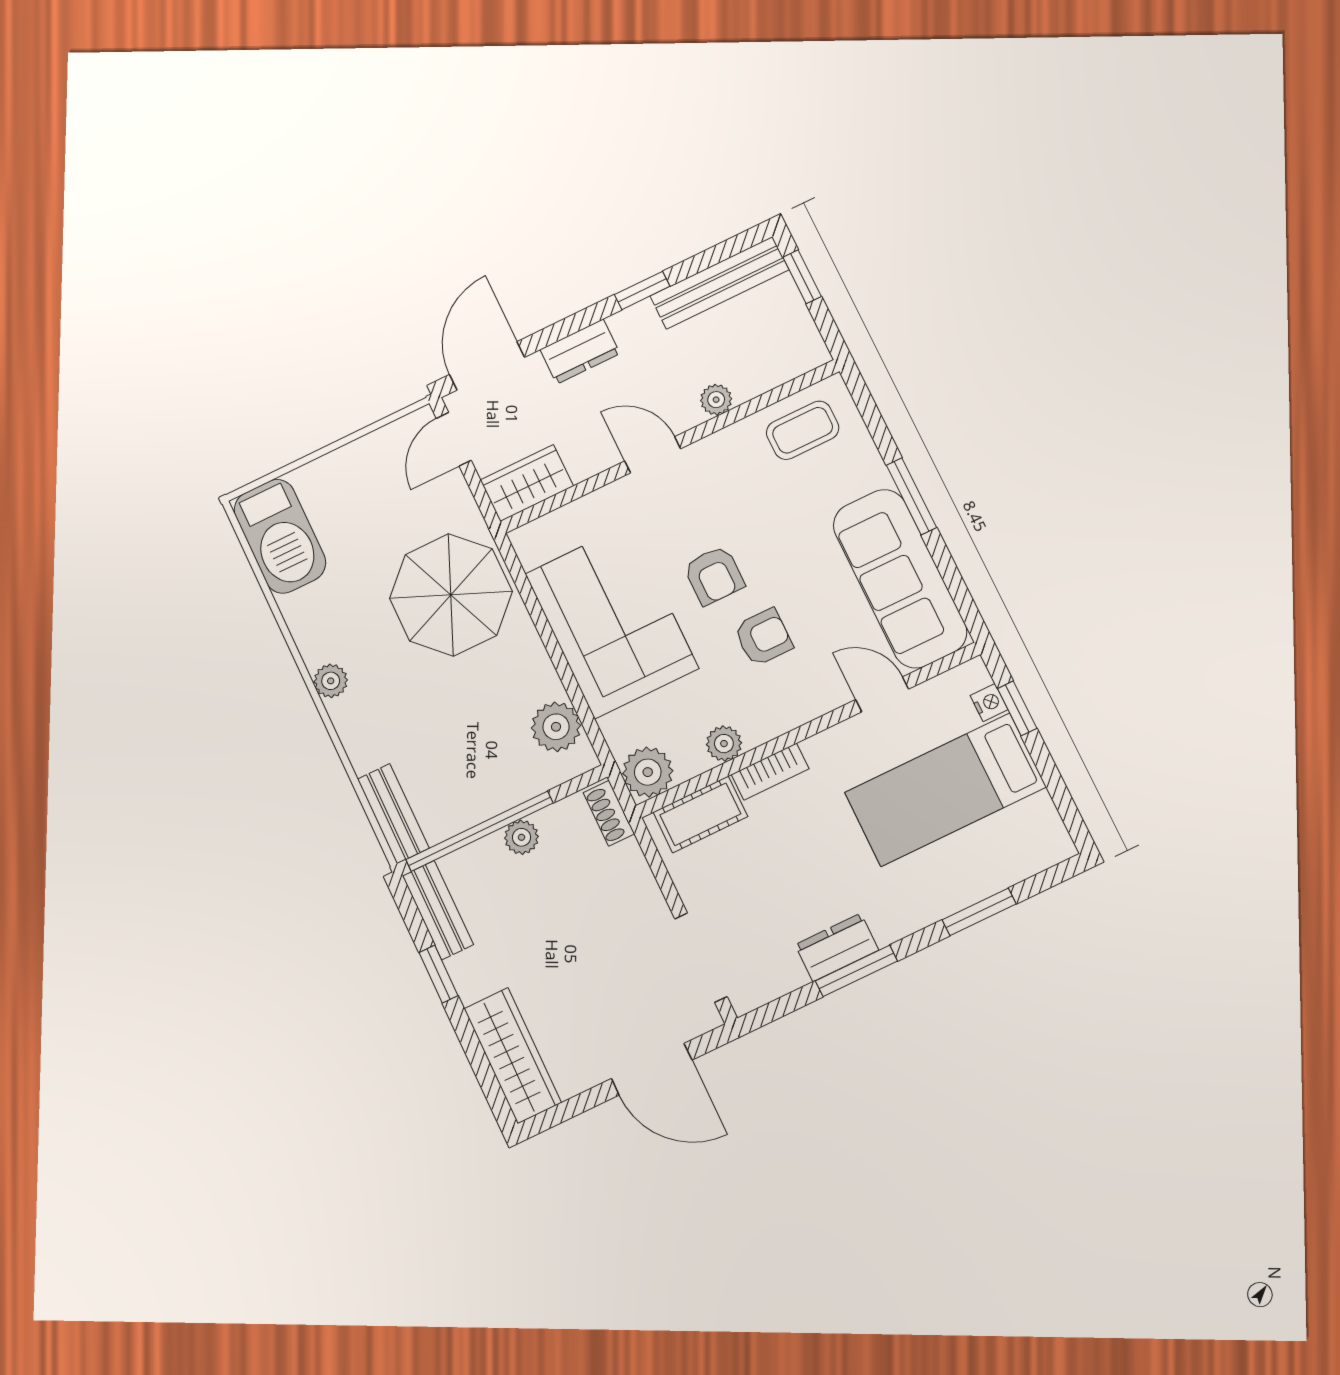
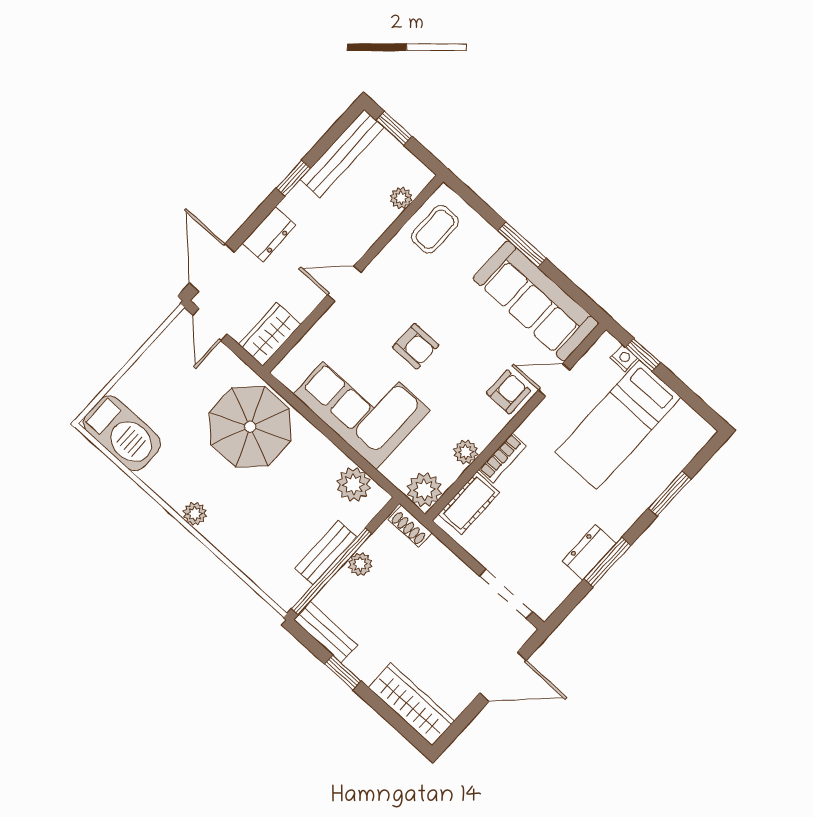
plant: (716, 400) -> (401, 198), moved
armchair: (763, 637) -> (508, 392), moved
bench: (393, 814) -> (326, 553), moved, turned 90

